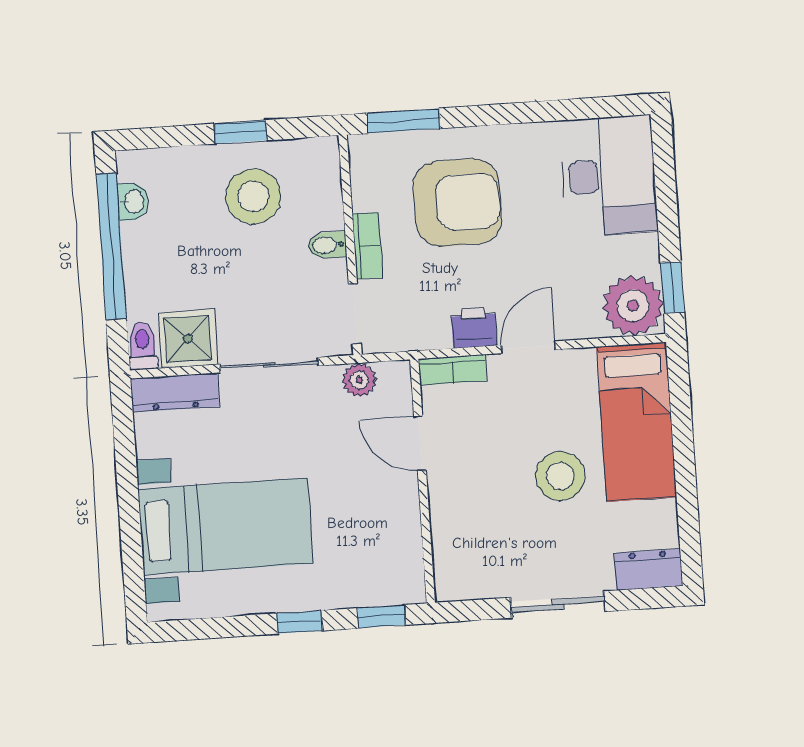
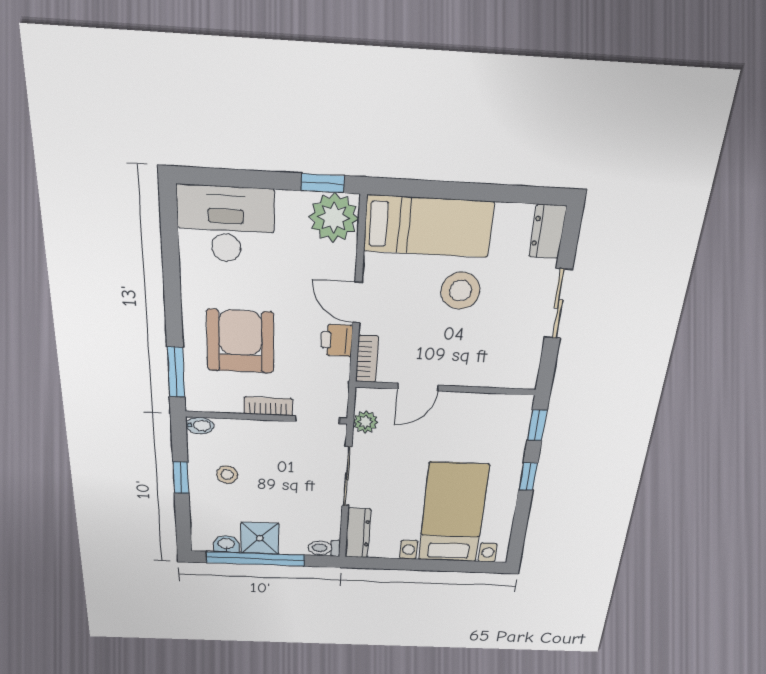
stool: (253, 196) -> (227, 475), width x0.53, depth x0.53
bidet: (327, 245) -> (200, 426), moved, turned -90
shower: (188, 339) -> (260, 538), moved

